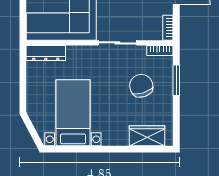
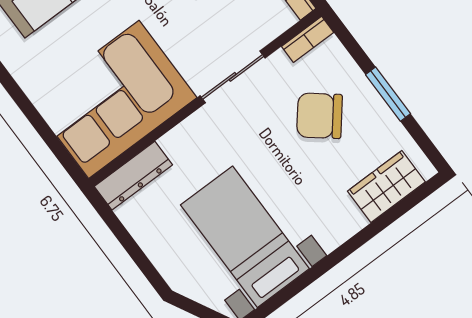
window: (176, 80) -> (388, 94), moved
chair: (141, 86) -> (320, 116), turned -34

